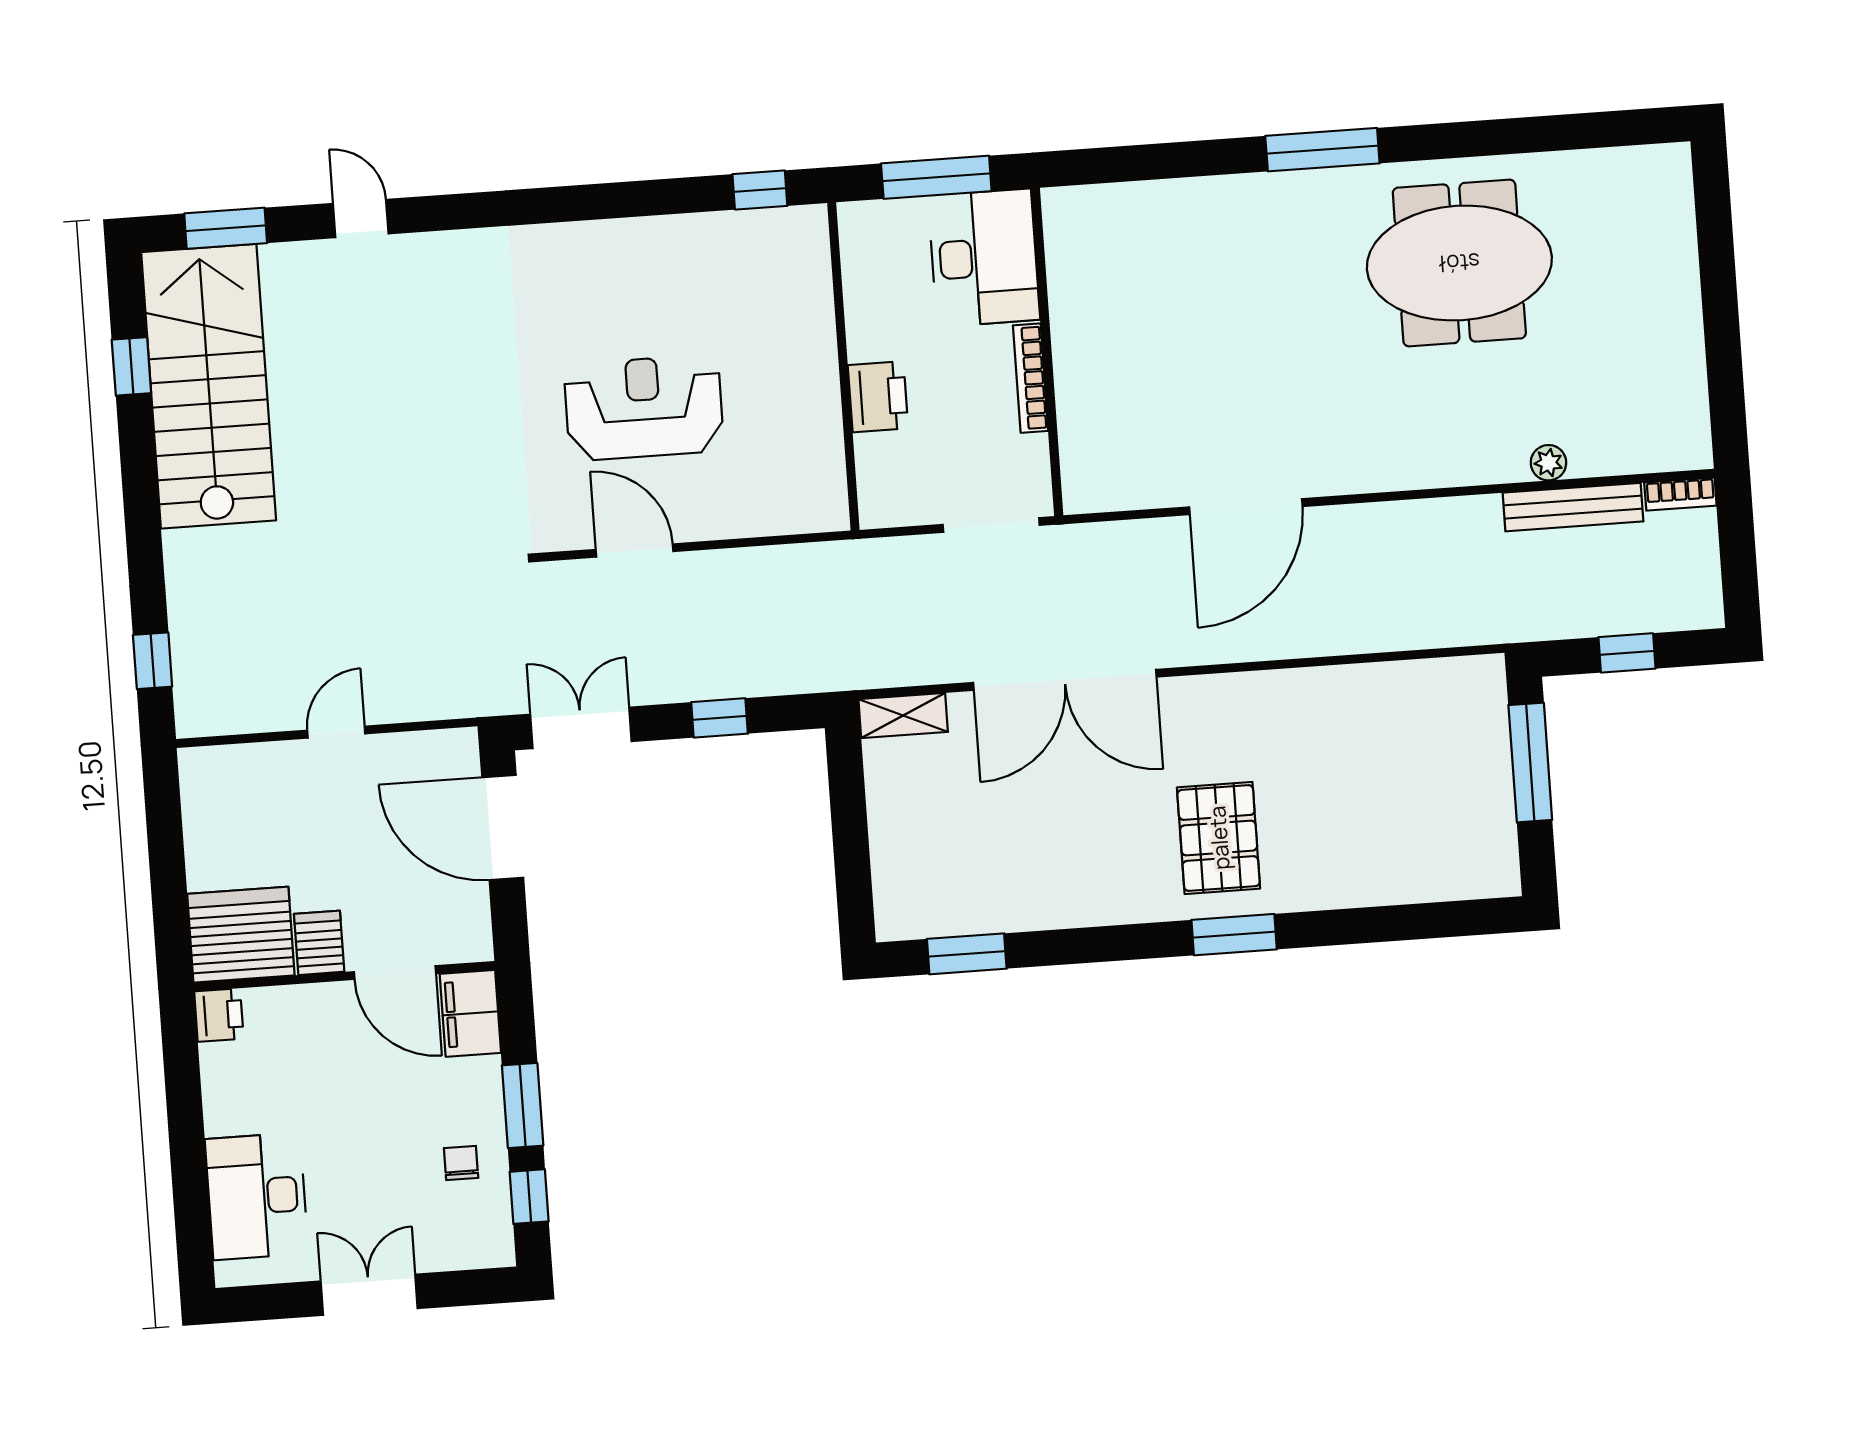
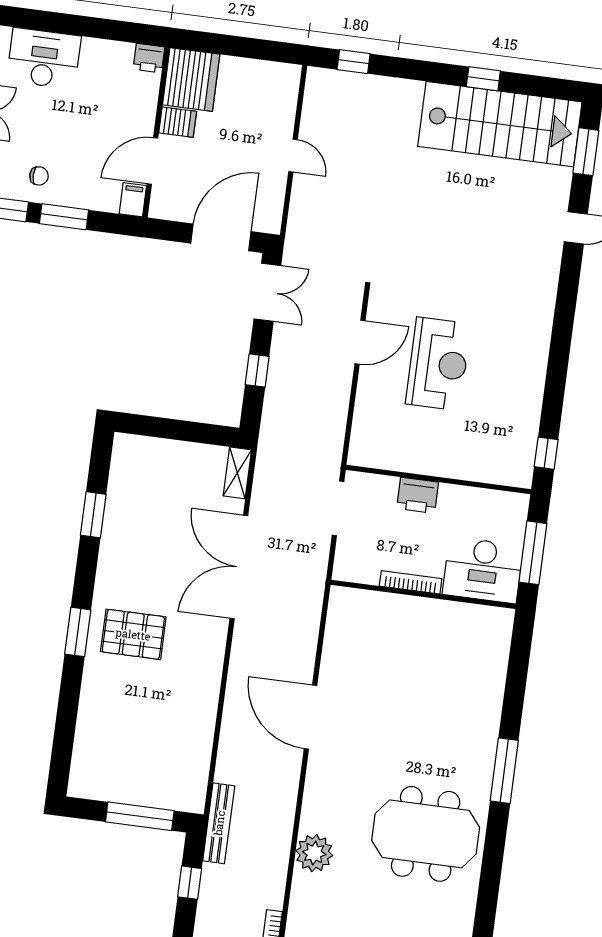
meeting table: (1459, 263) -> (426, 834), turned 90
window: (131, 366) -> (483, 79), moved
plant: (1548, 463) -> (314, 853), width x1.88, depth x1.88
door: (1246, 507) -> (311, 717), moved
bench: (1573, 507) -> (219, 823), moved
doorway: (991, 525) -> (338, 508), moved
window: (967, 954) -> (93, 515), moved
filing cabinet: (470, 1013) -> (133, 200), width x0.50

